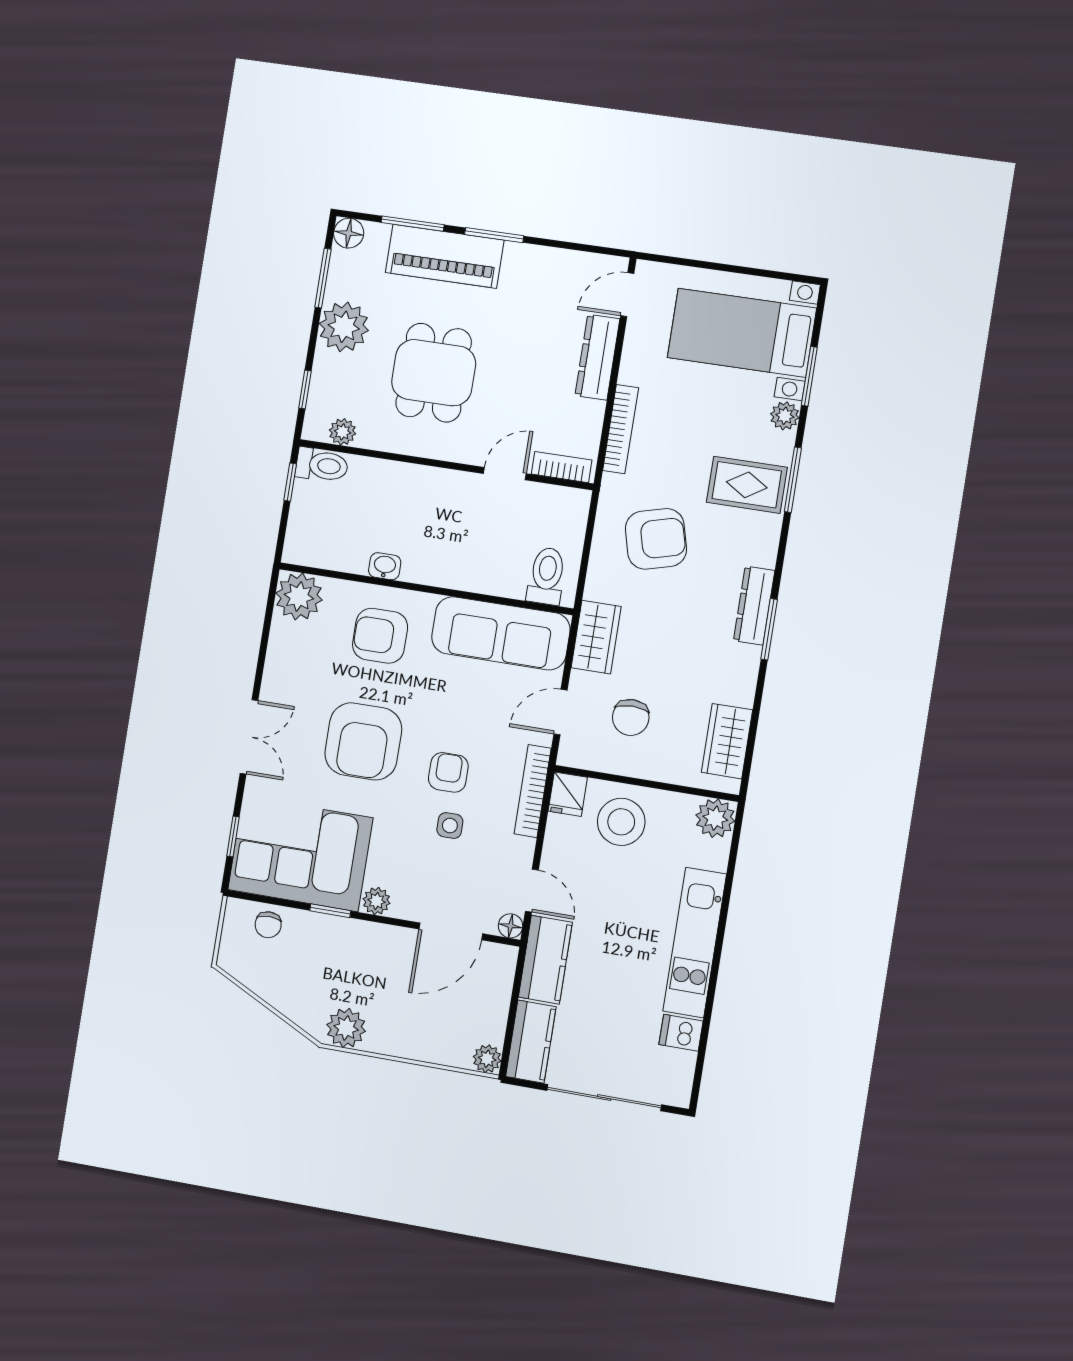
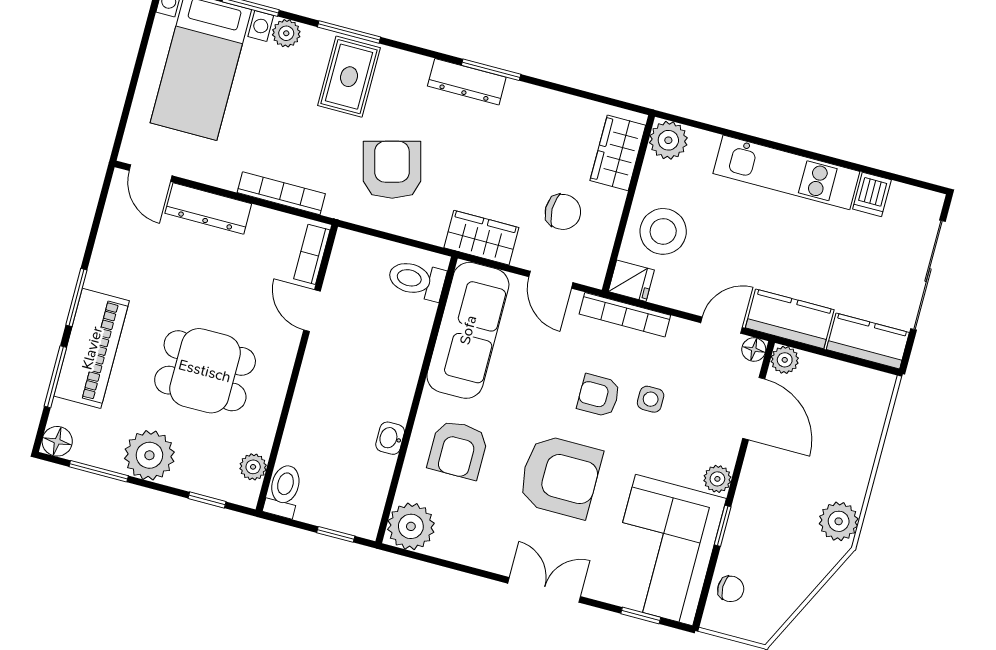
window: (290, 482) -> (336, 534), moved
wardrobe: (727, 741) -> (618, 153), moved, turned 90
plant: (487, 1059) -> (785, 360), moved

